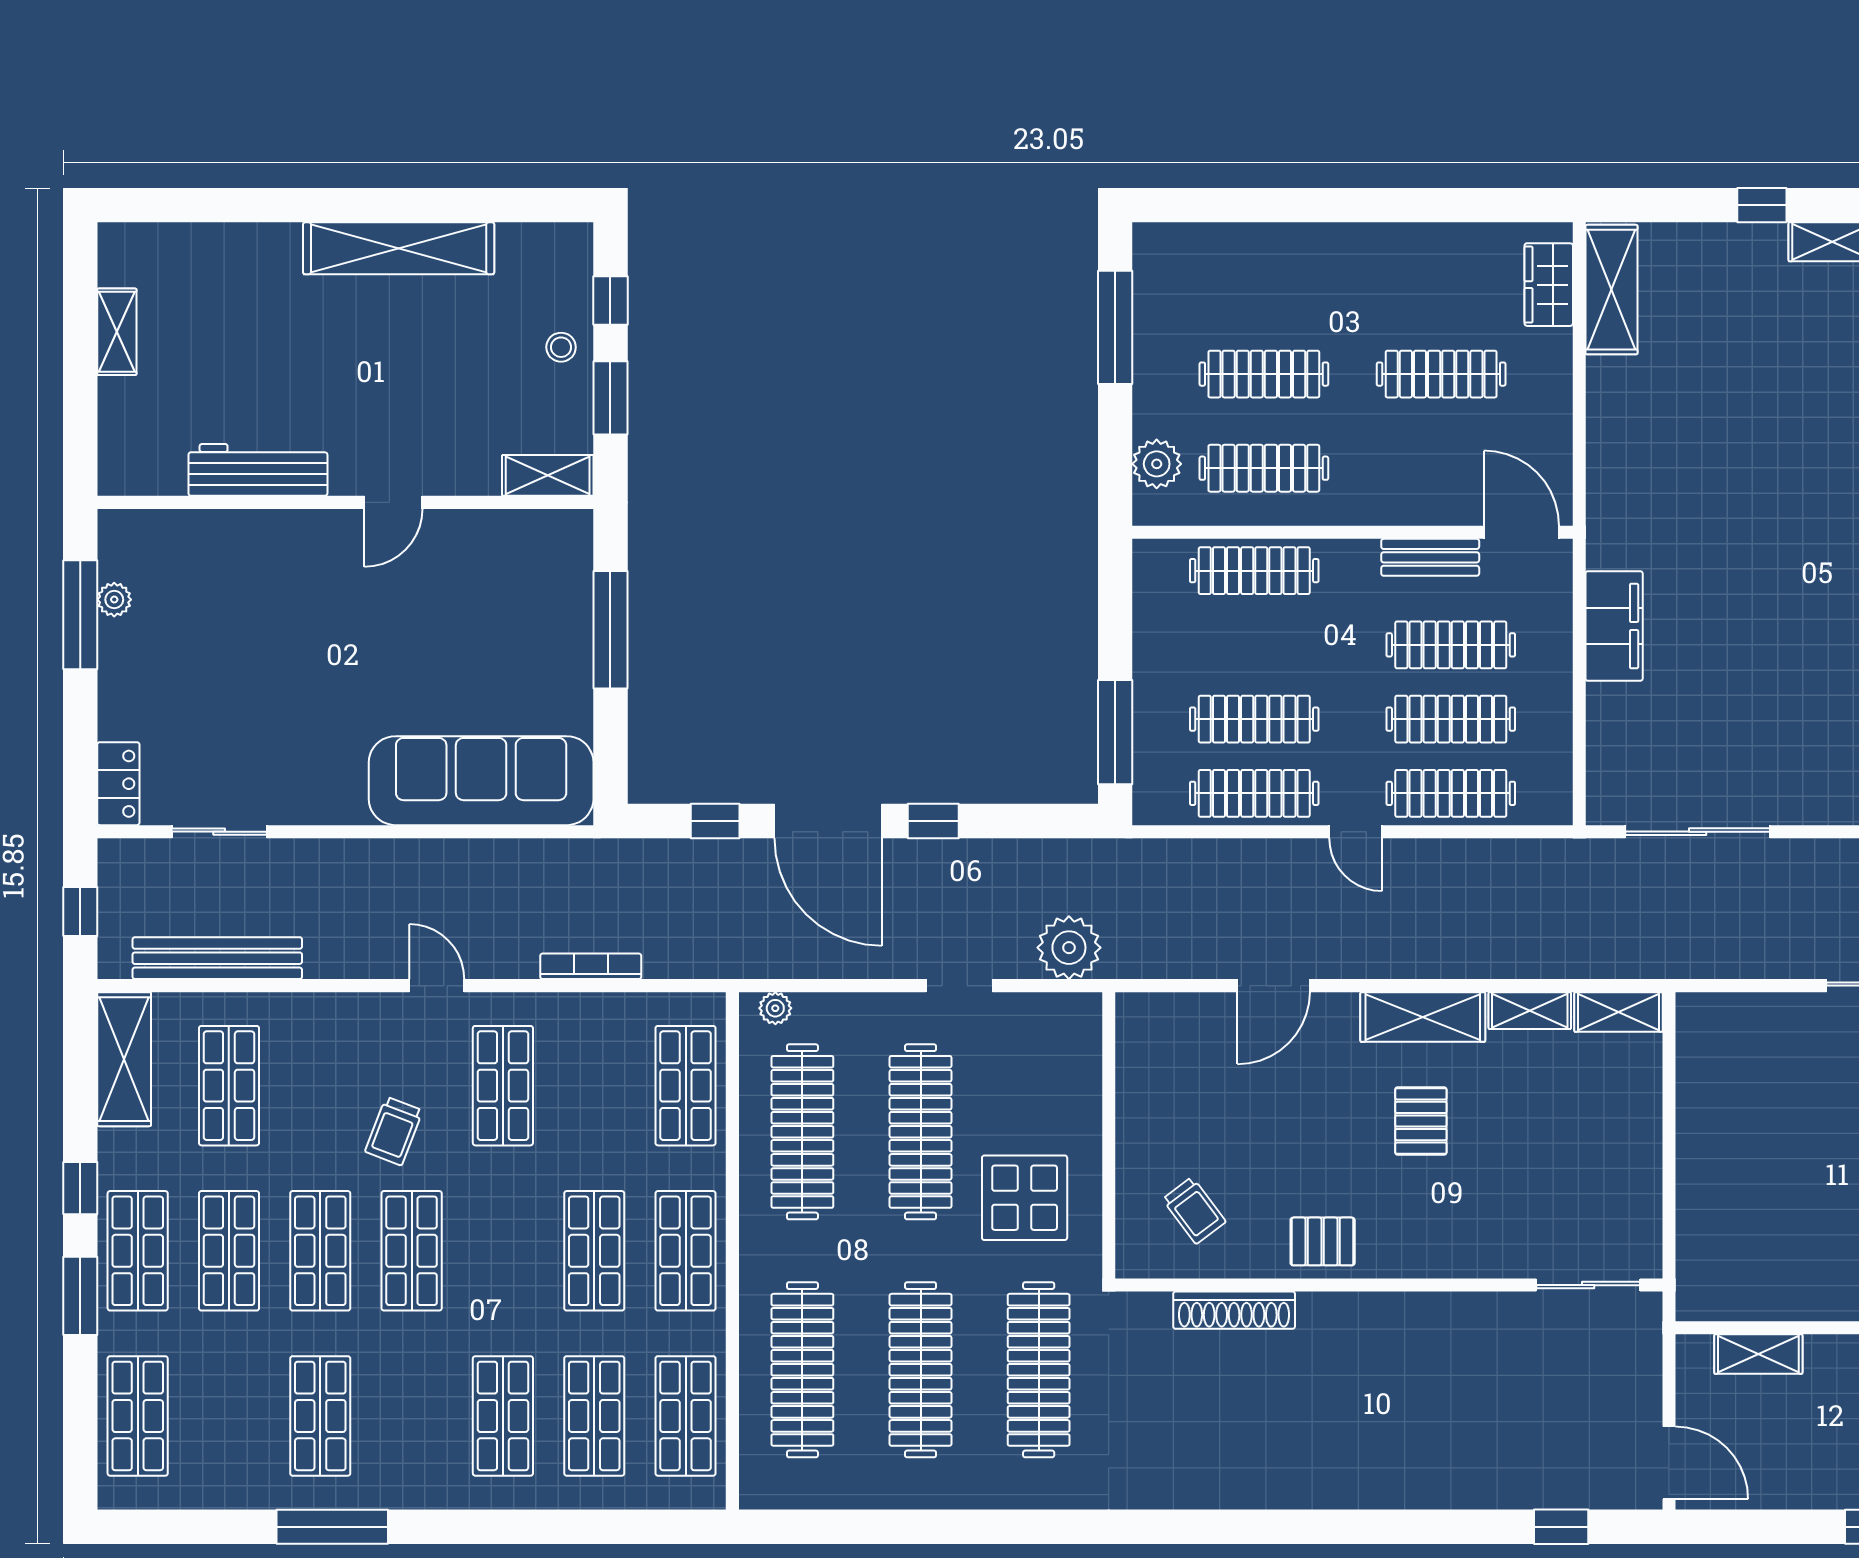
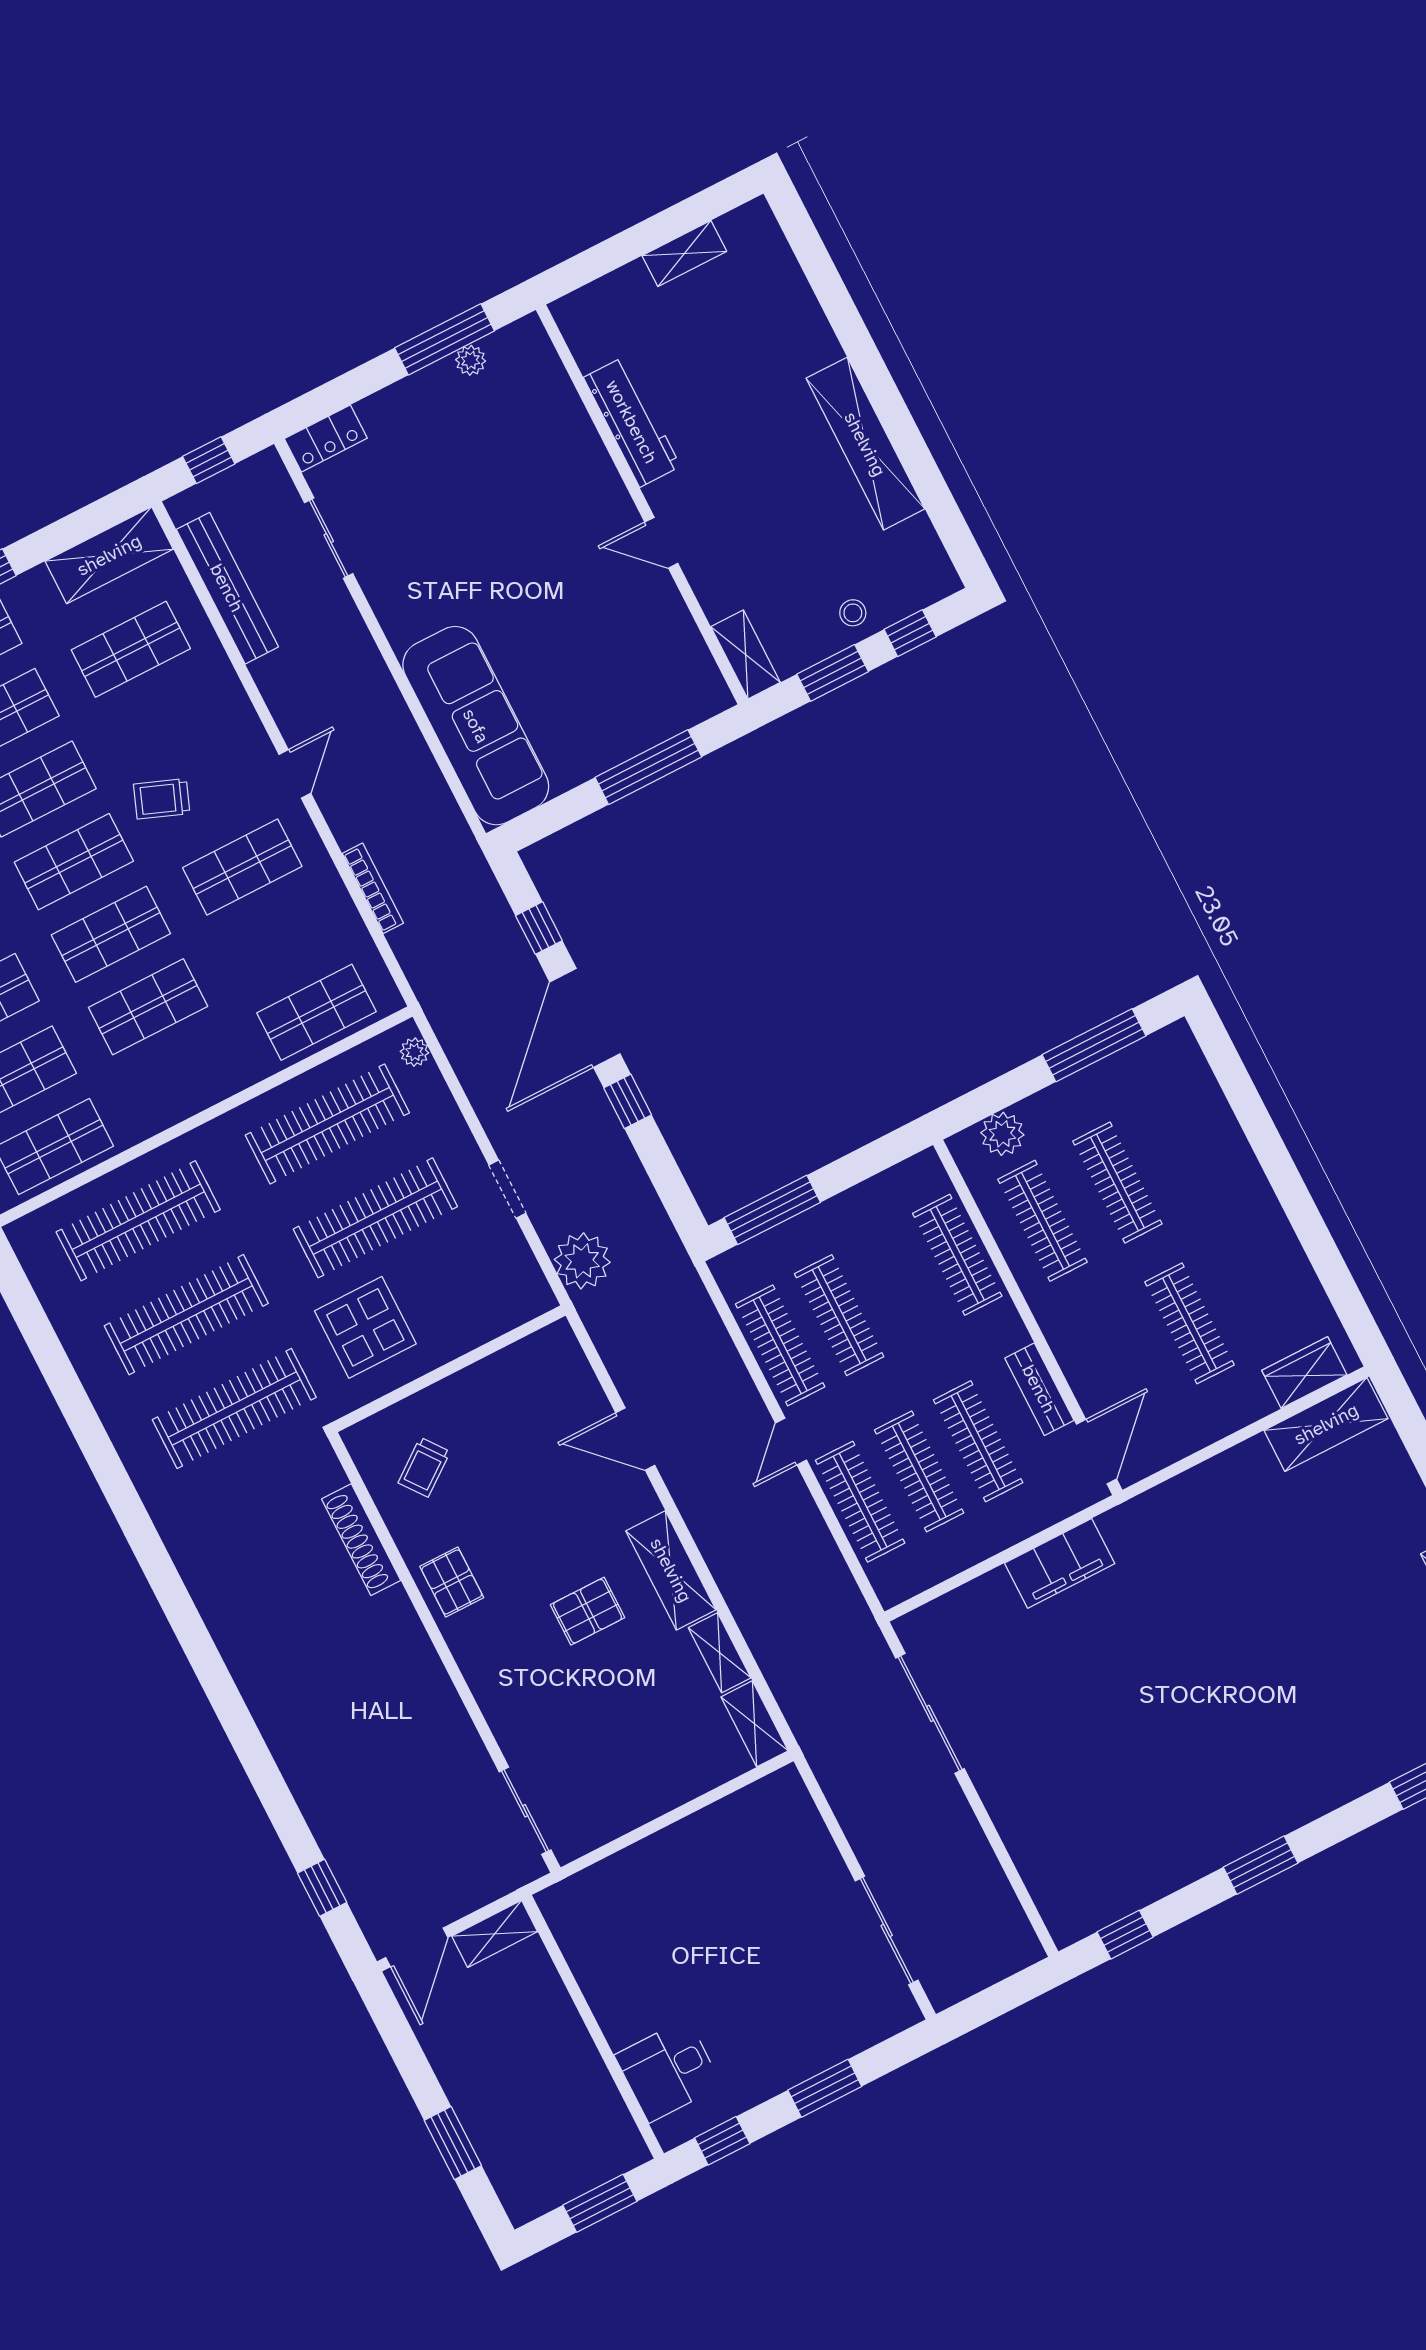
shop shelf: (686, 1251) -> (111, 934), moved
shelving: (1758, 1354) -> (495, 1934), moved, turned 90

